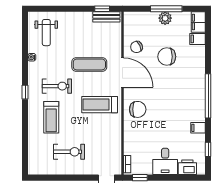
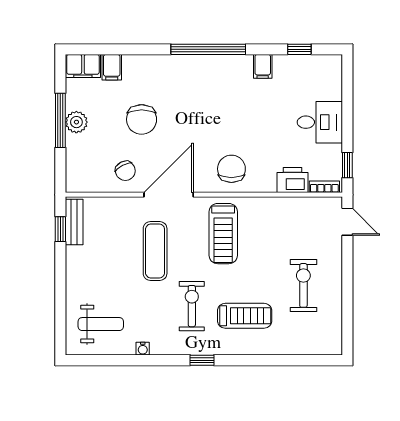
printer: (187, 167) -> (292, 180), moved, turned 90

